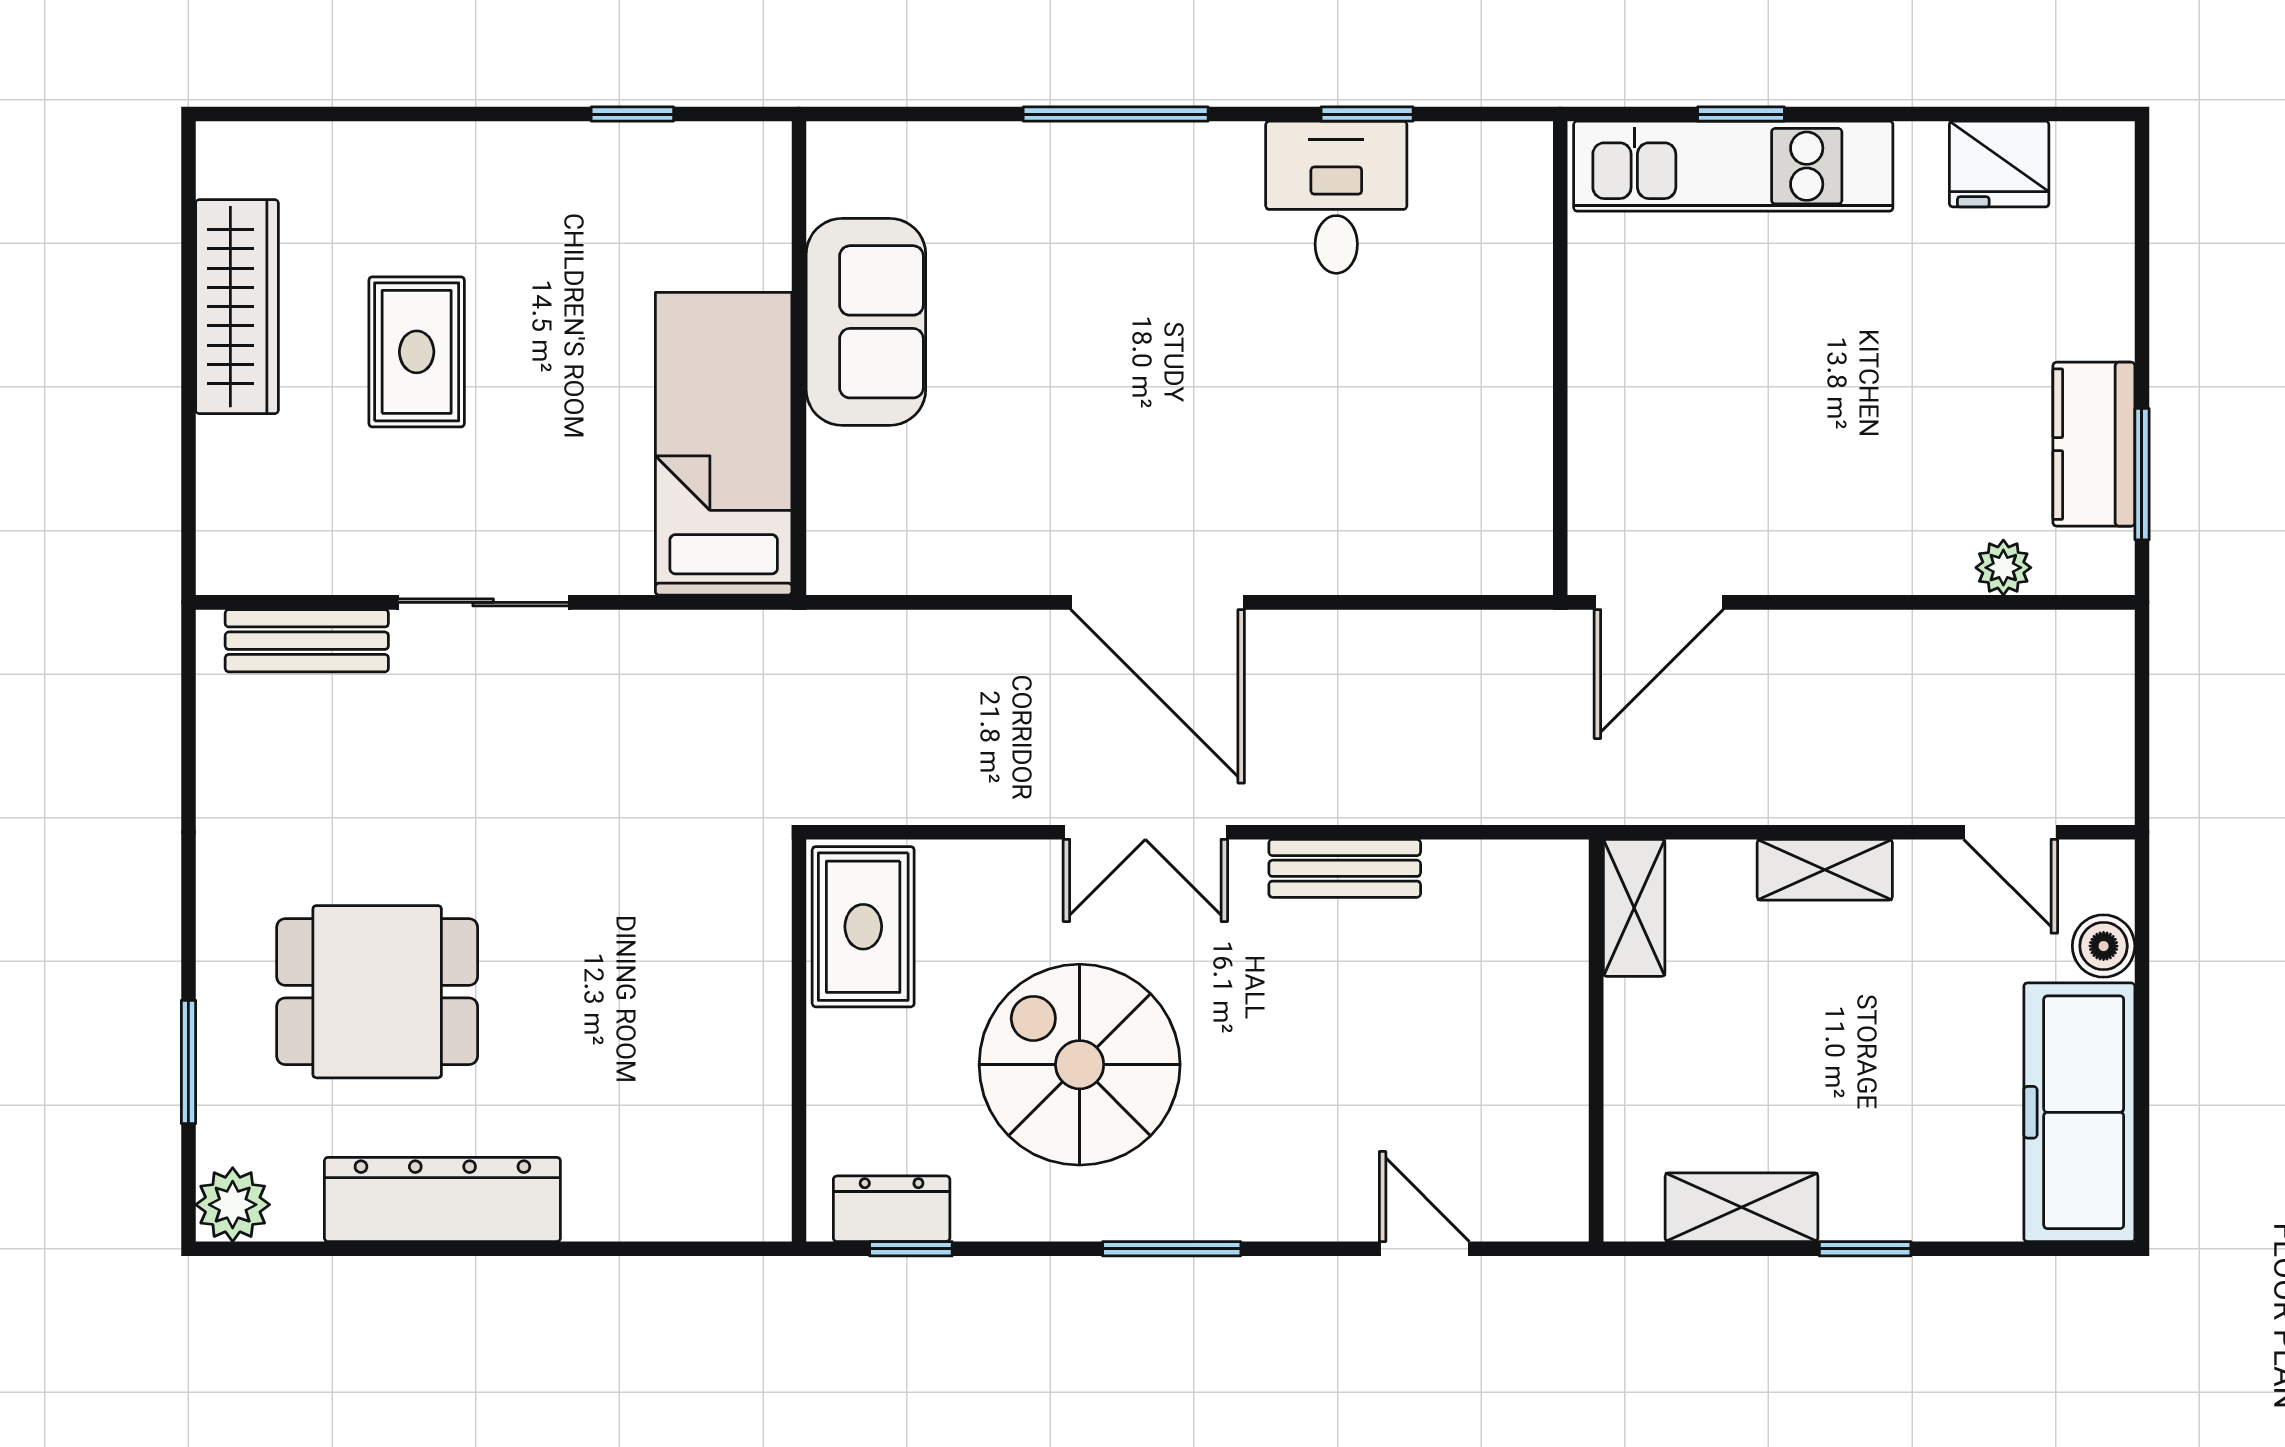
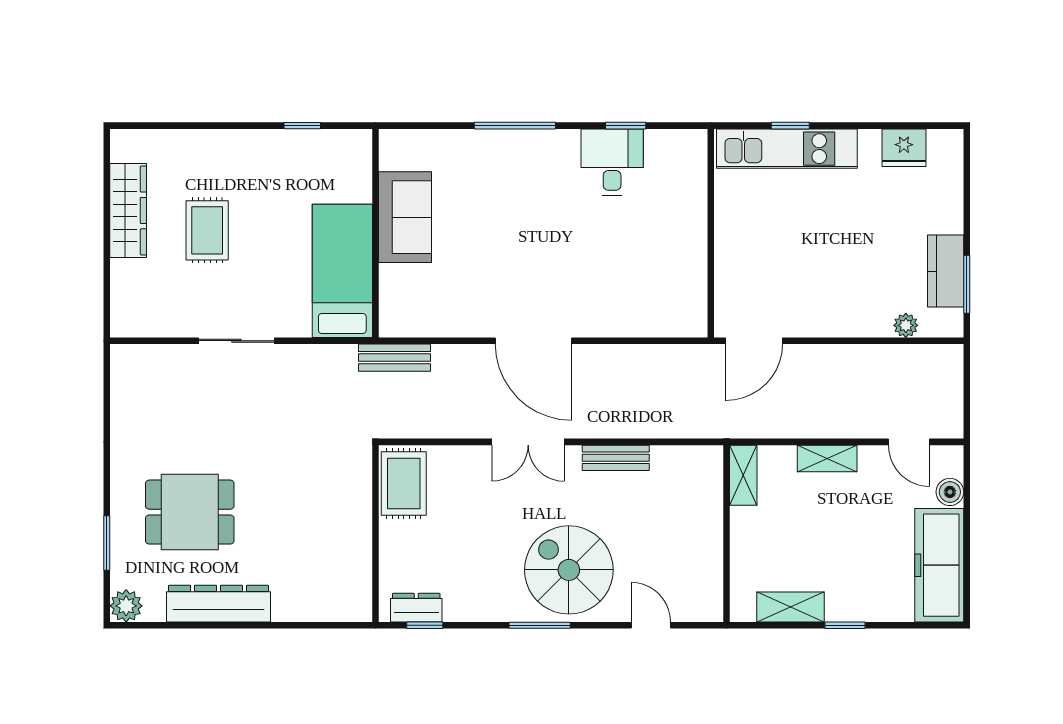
bench: (307, 641) -> (394, 358), moved
spiral stairs: (1080, 1065) -> (569, 570), moved

